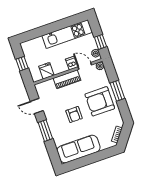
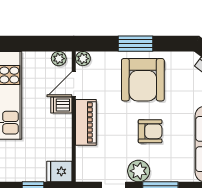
window: (100, 42) -> (42, 44), removed
fridge: (46, 71) -> (59, 171), moved
plant: (51, 116) -> (139, 171), added

